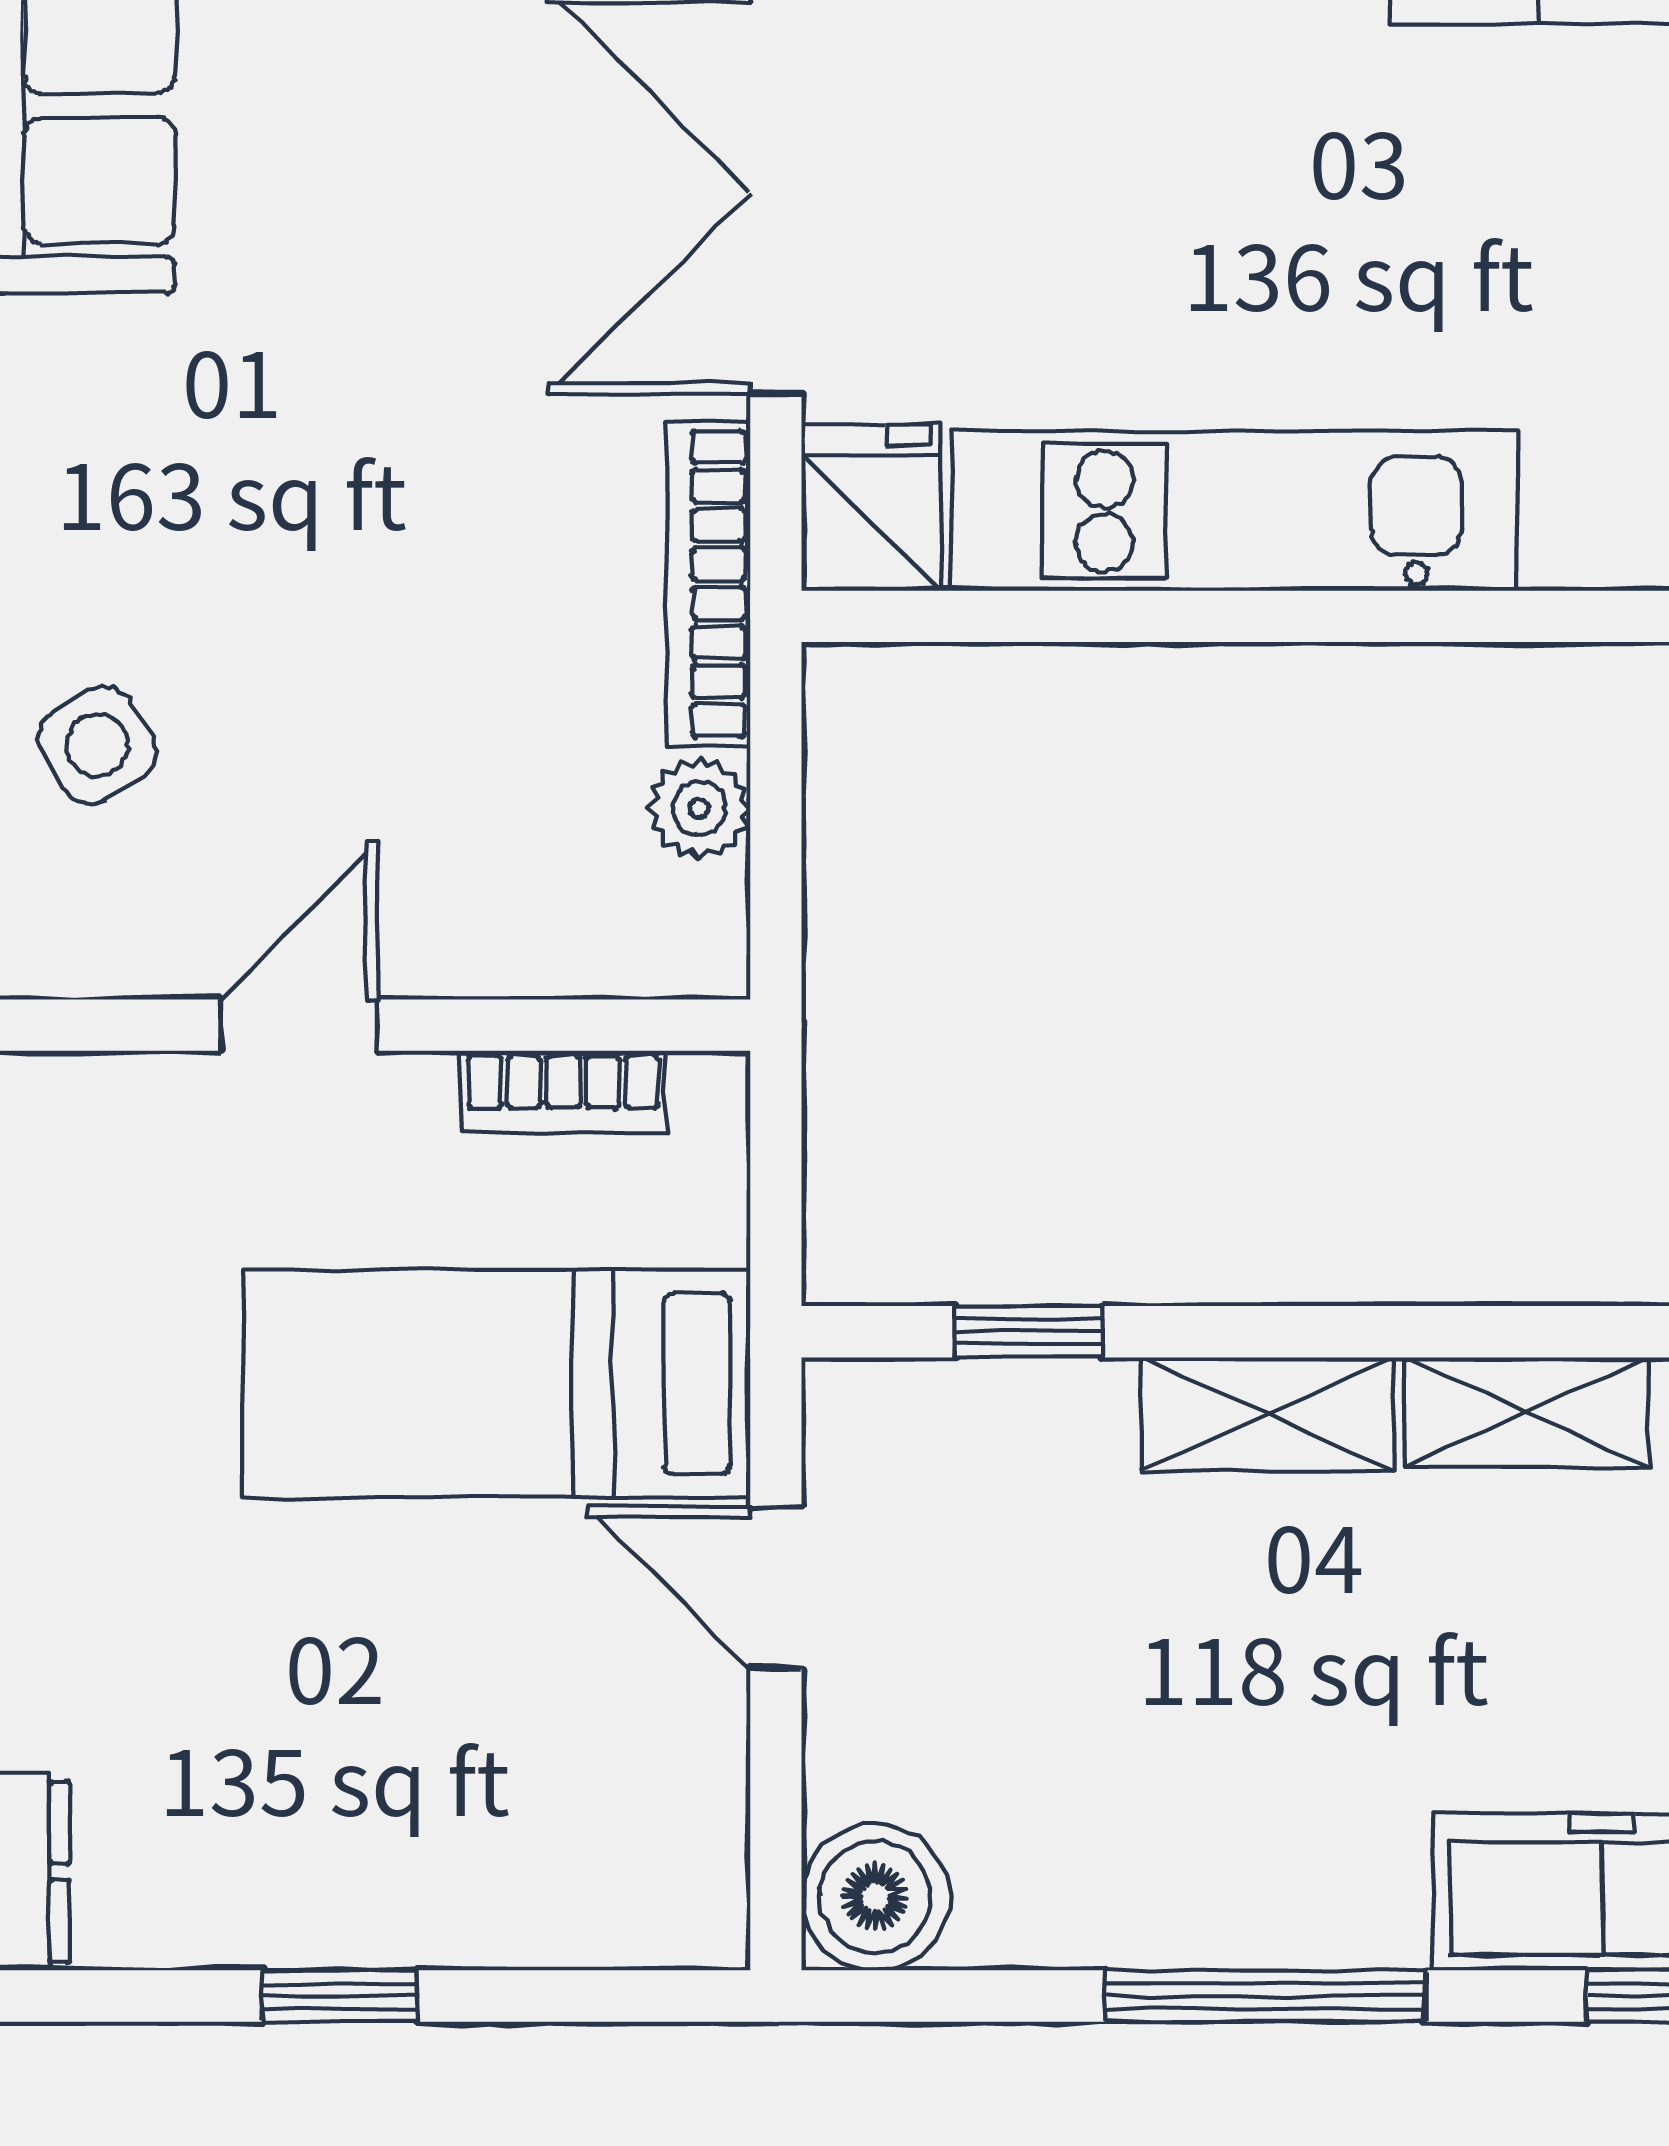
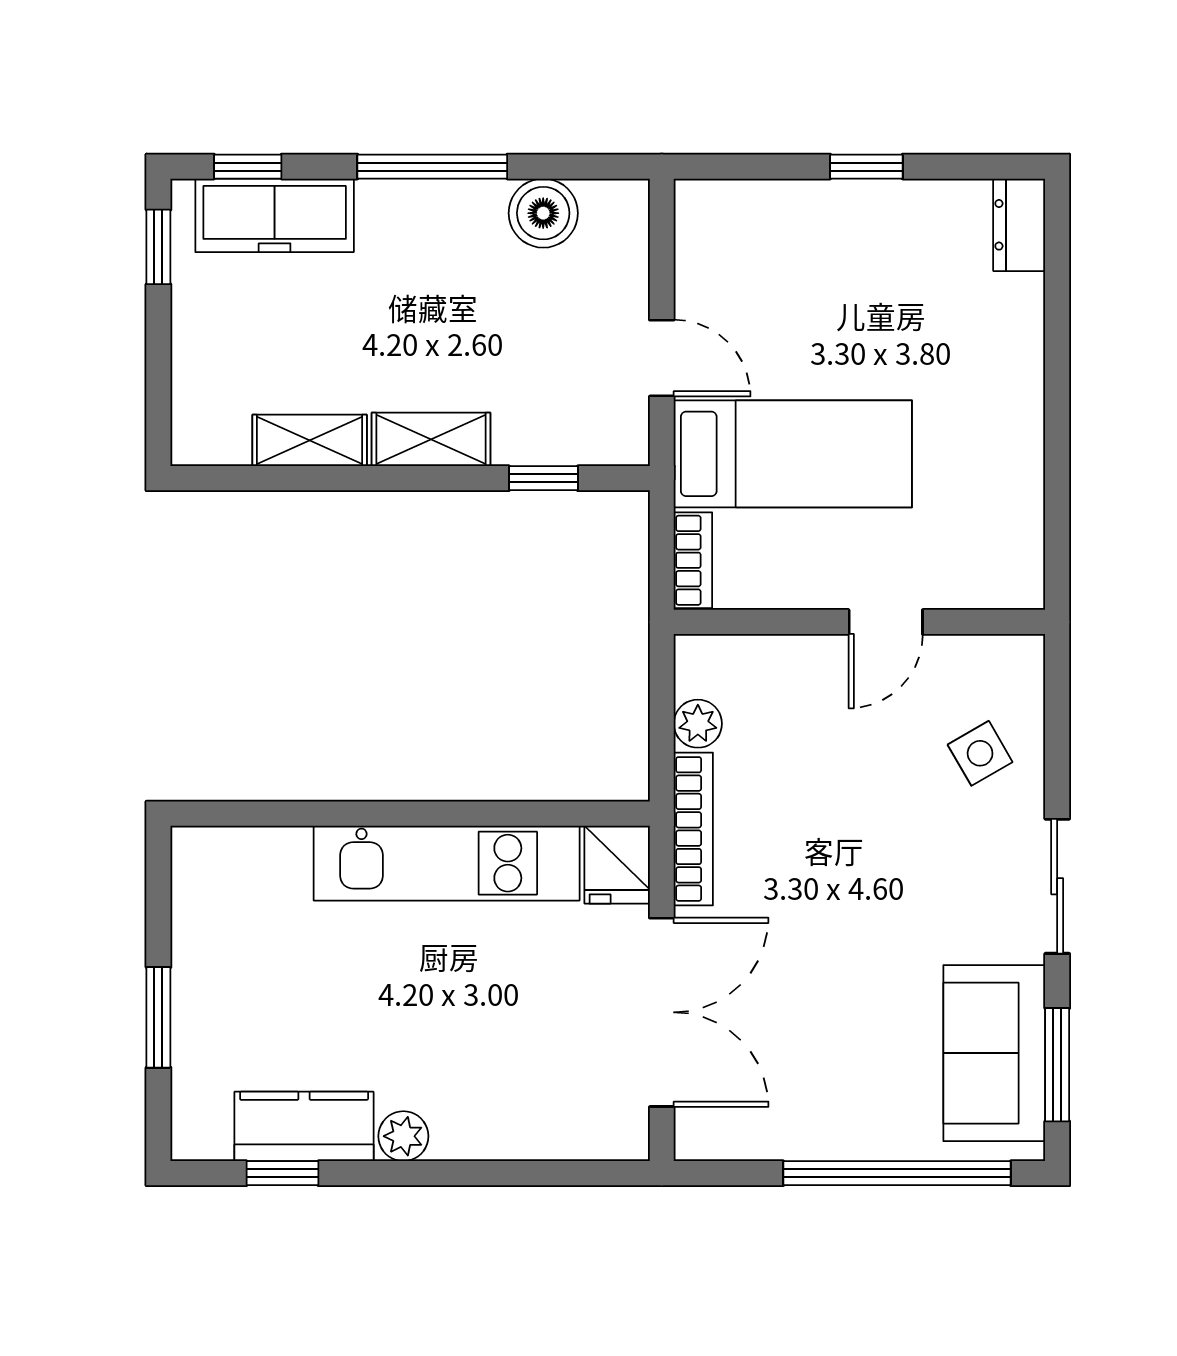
bookcase: (563, 1092) -> (693, 560), moved, turned 90
boiler: (875, 1897) -> (543, 213), moved

